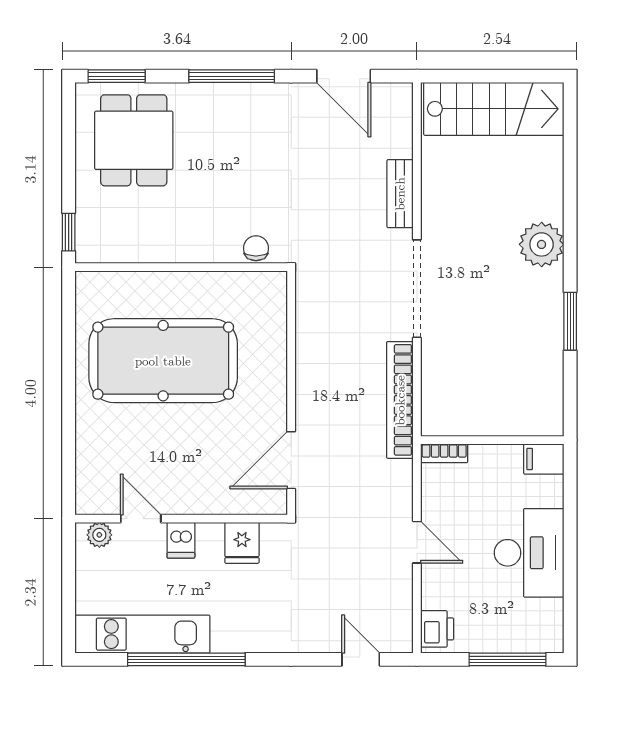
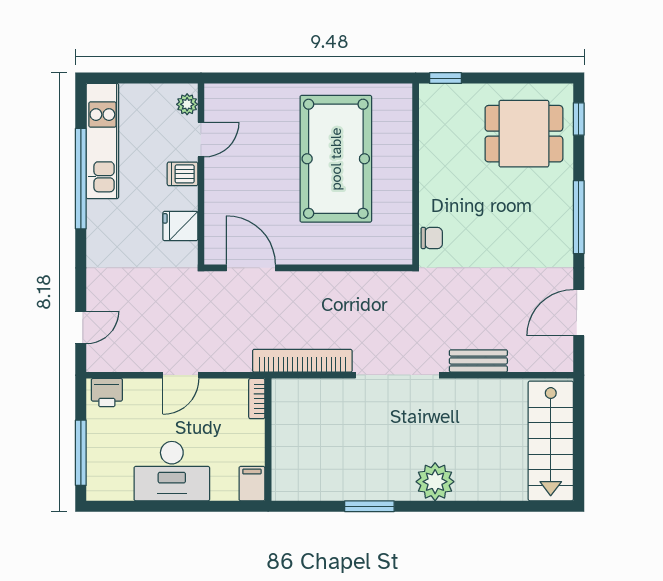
window: (117, 76) -> (579, 119), width x0.67

